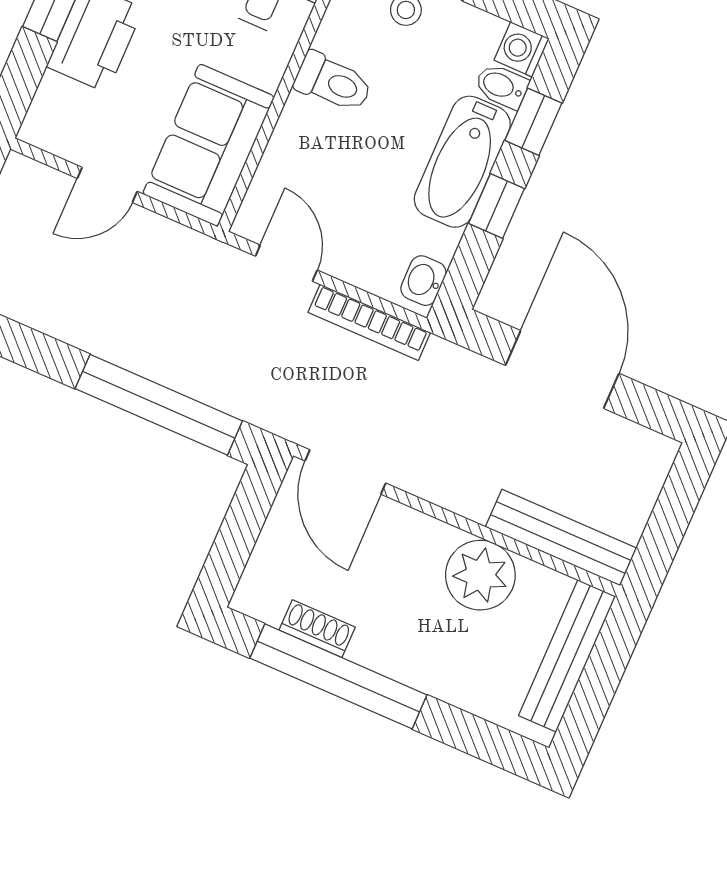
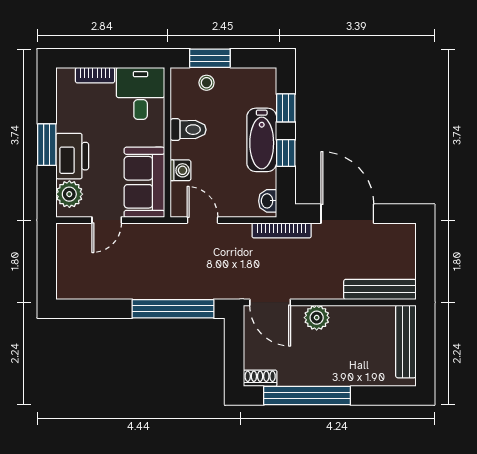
washing machine: (522, 49) -> (180, 170), moved, turned 180
bidet: (502, 86) -> (265, 98), removed
plant: (59, 106) -> (69, 194), added
bookcase: (369, 322) -> (282, 230), moved
plant: (480, 575) -> (317, 318), moved, width x0.73, depth x0.73
shoe rack: (317, 629) -> (260, 378), moved

